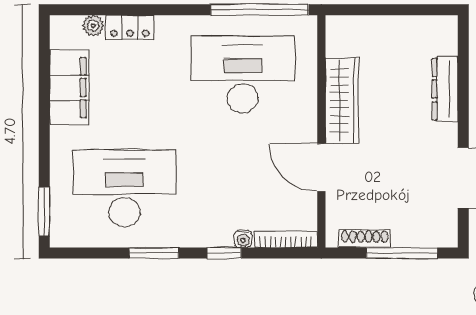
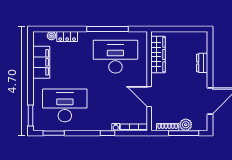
window: (260, 10) -> (108, 29), moved
dresser: (445, 89) -> (202, 63), width x0.70
wardrobe: (342, 100) -> (158, 55), moved
plant: (407, 233) -> (186, 125), added
window: (154, 253) -> (54, 133), moved

